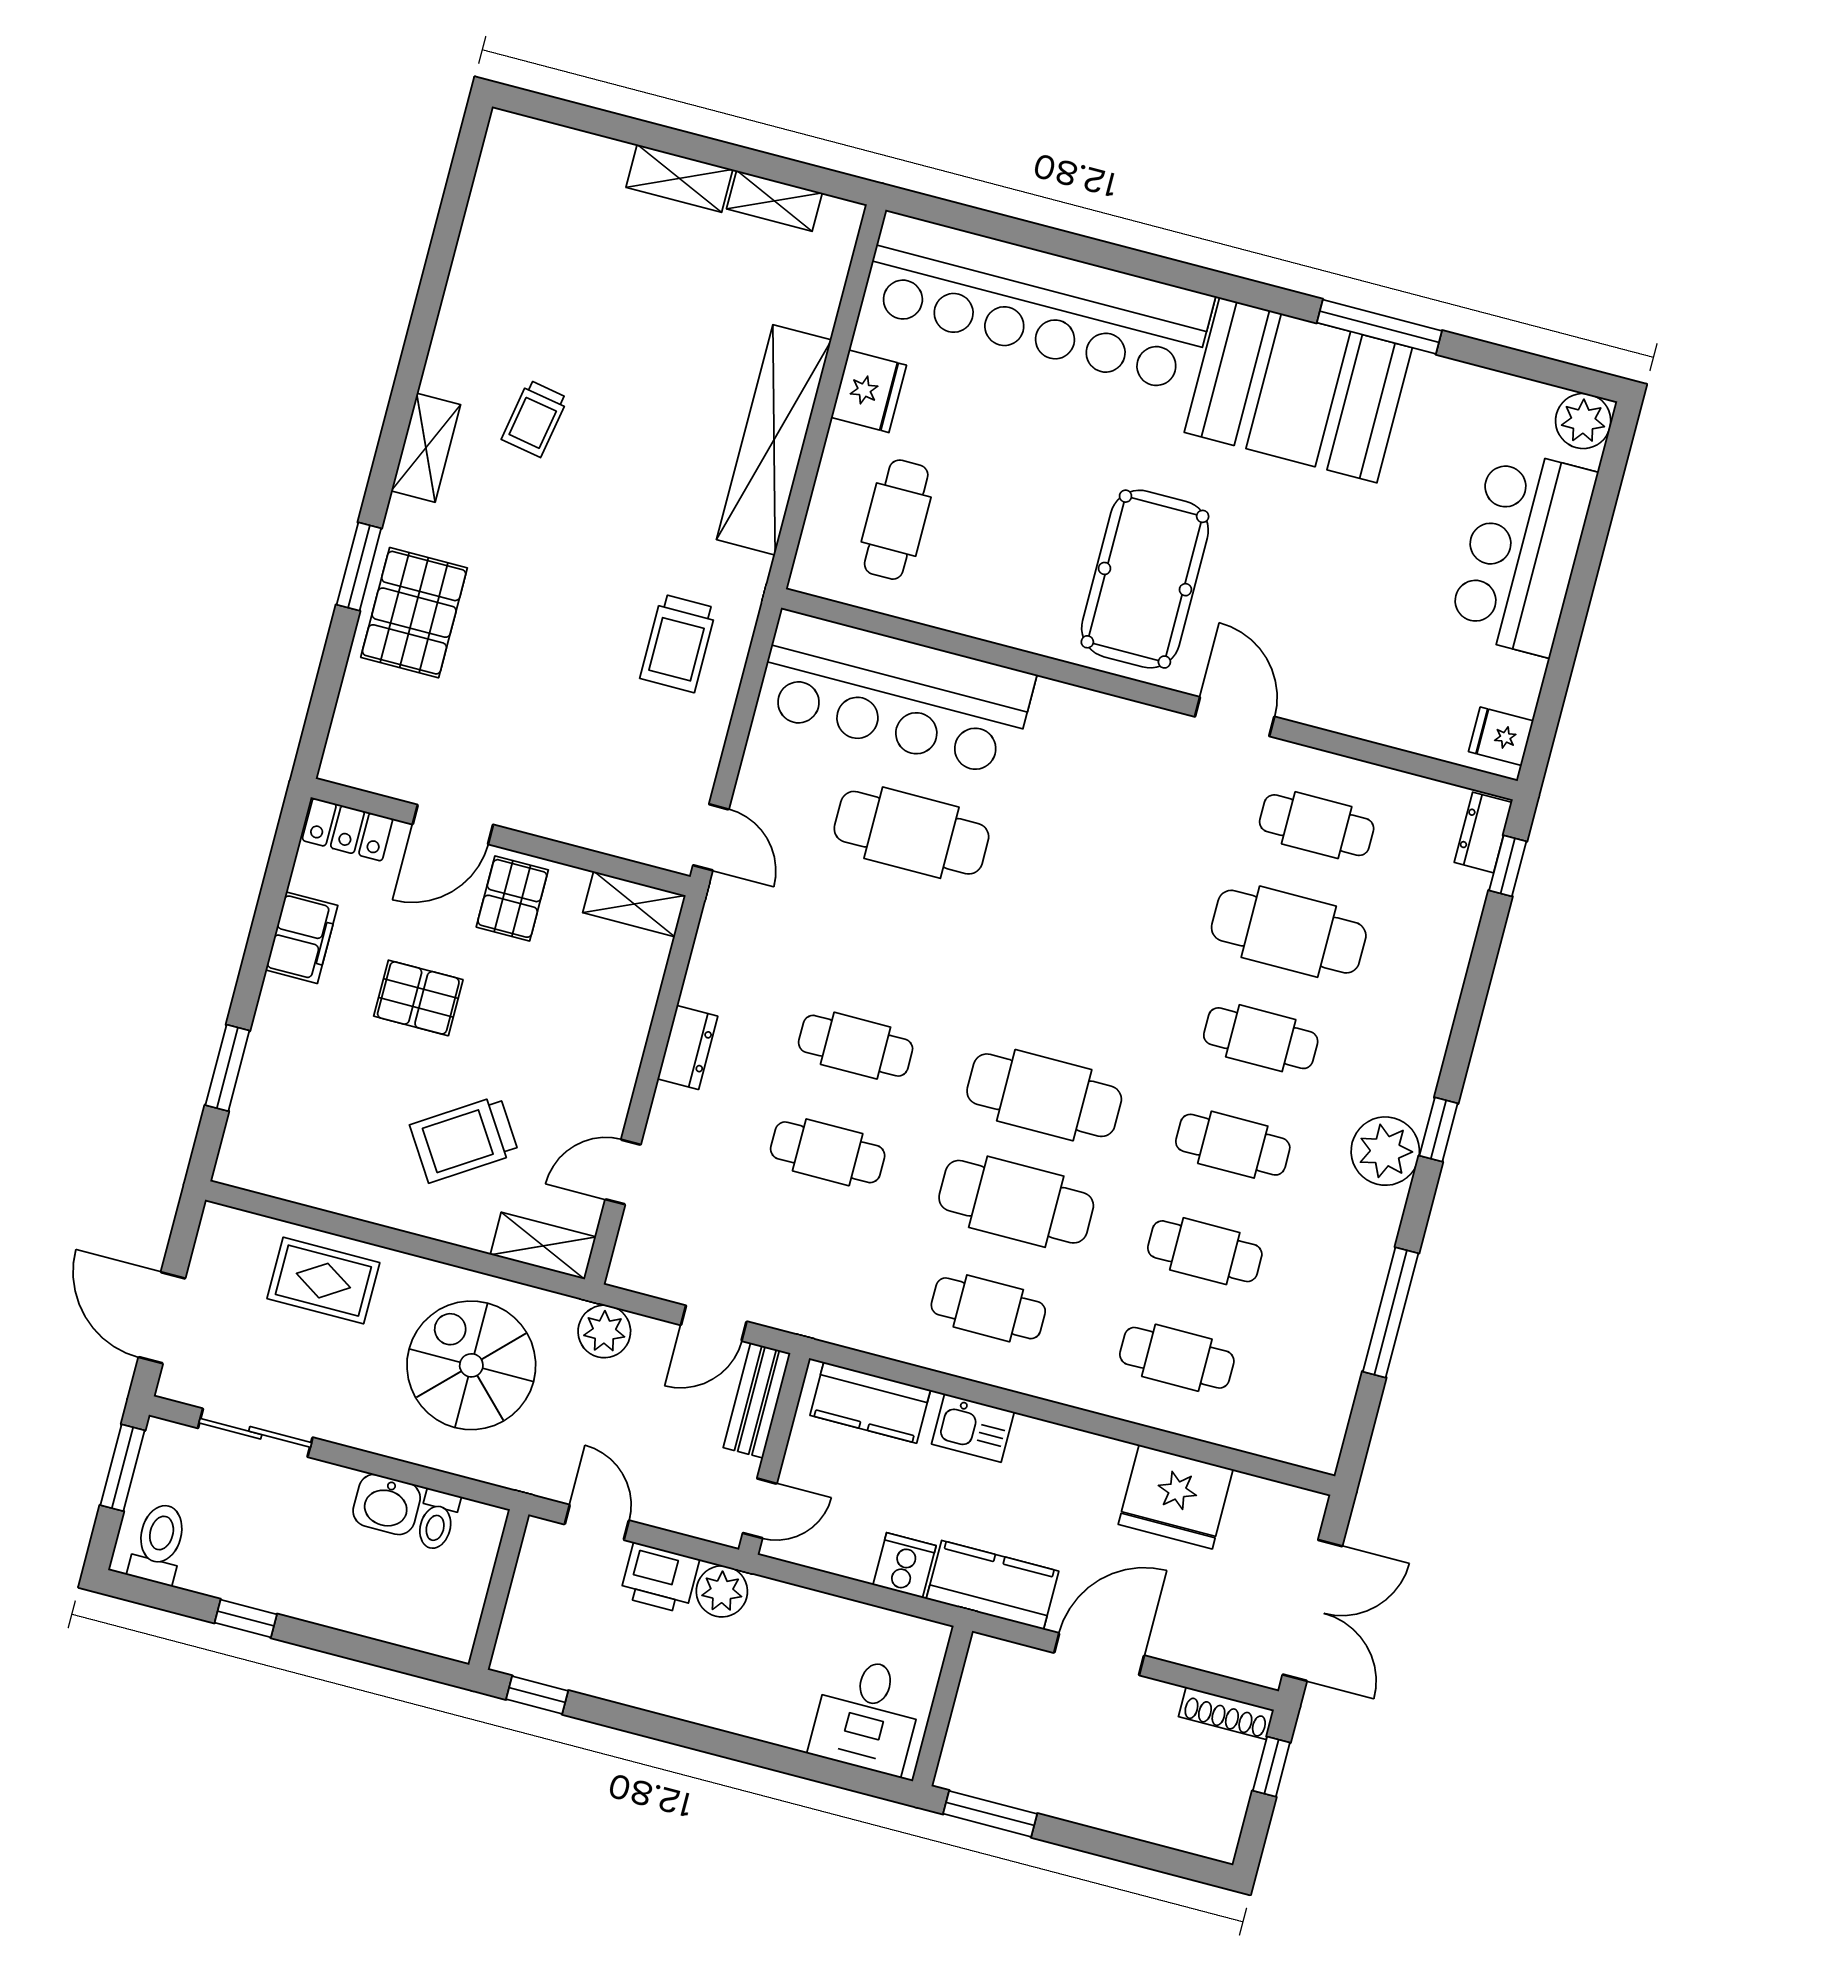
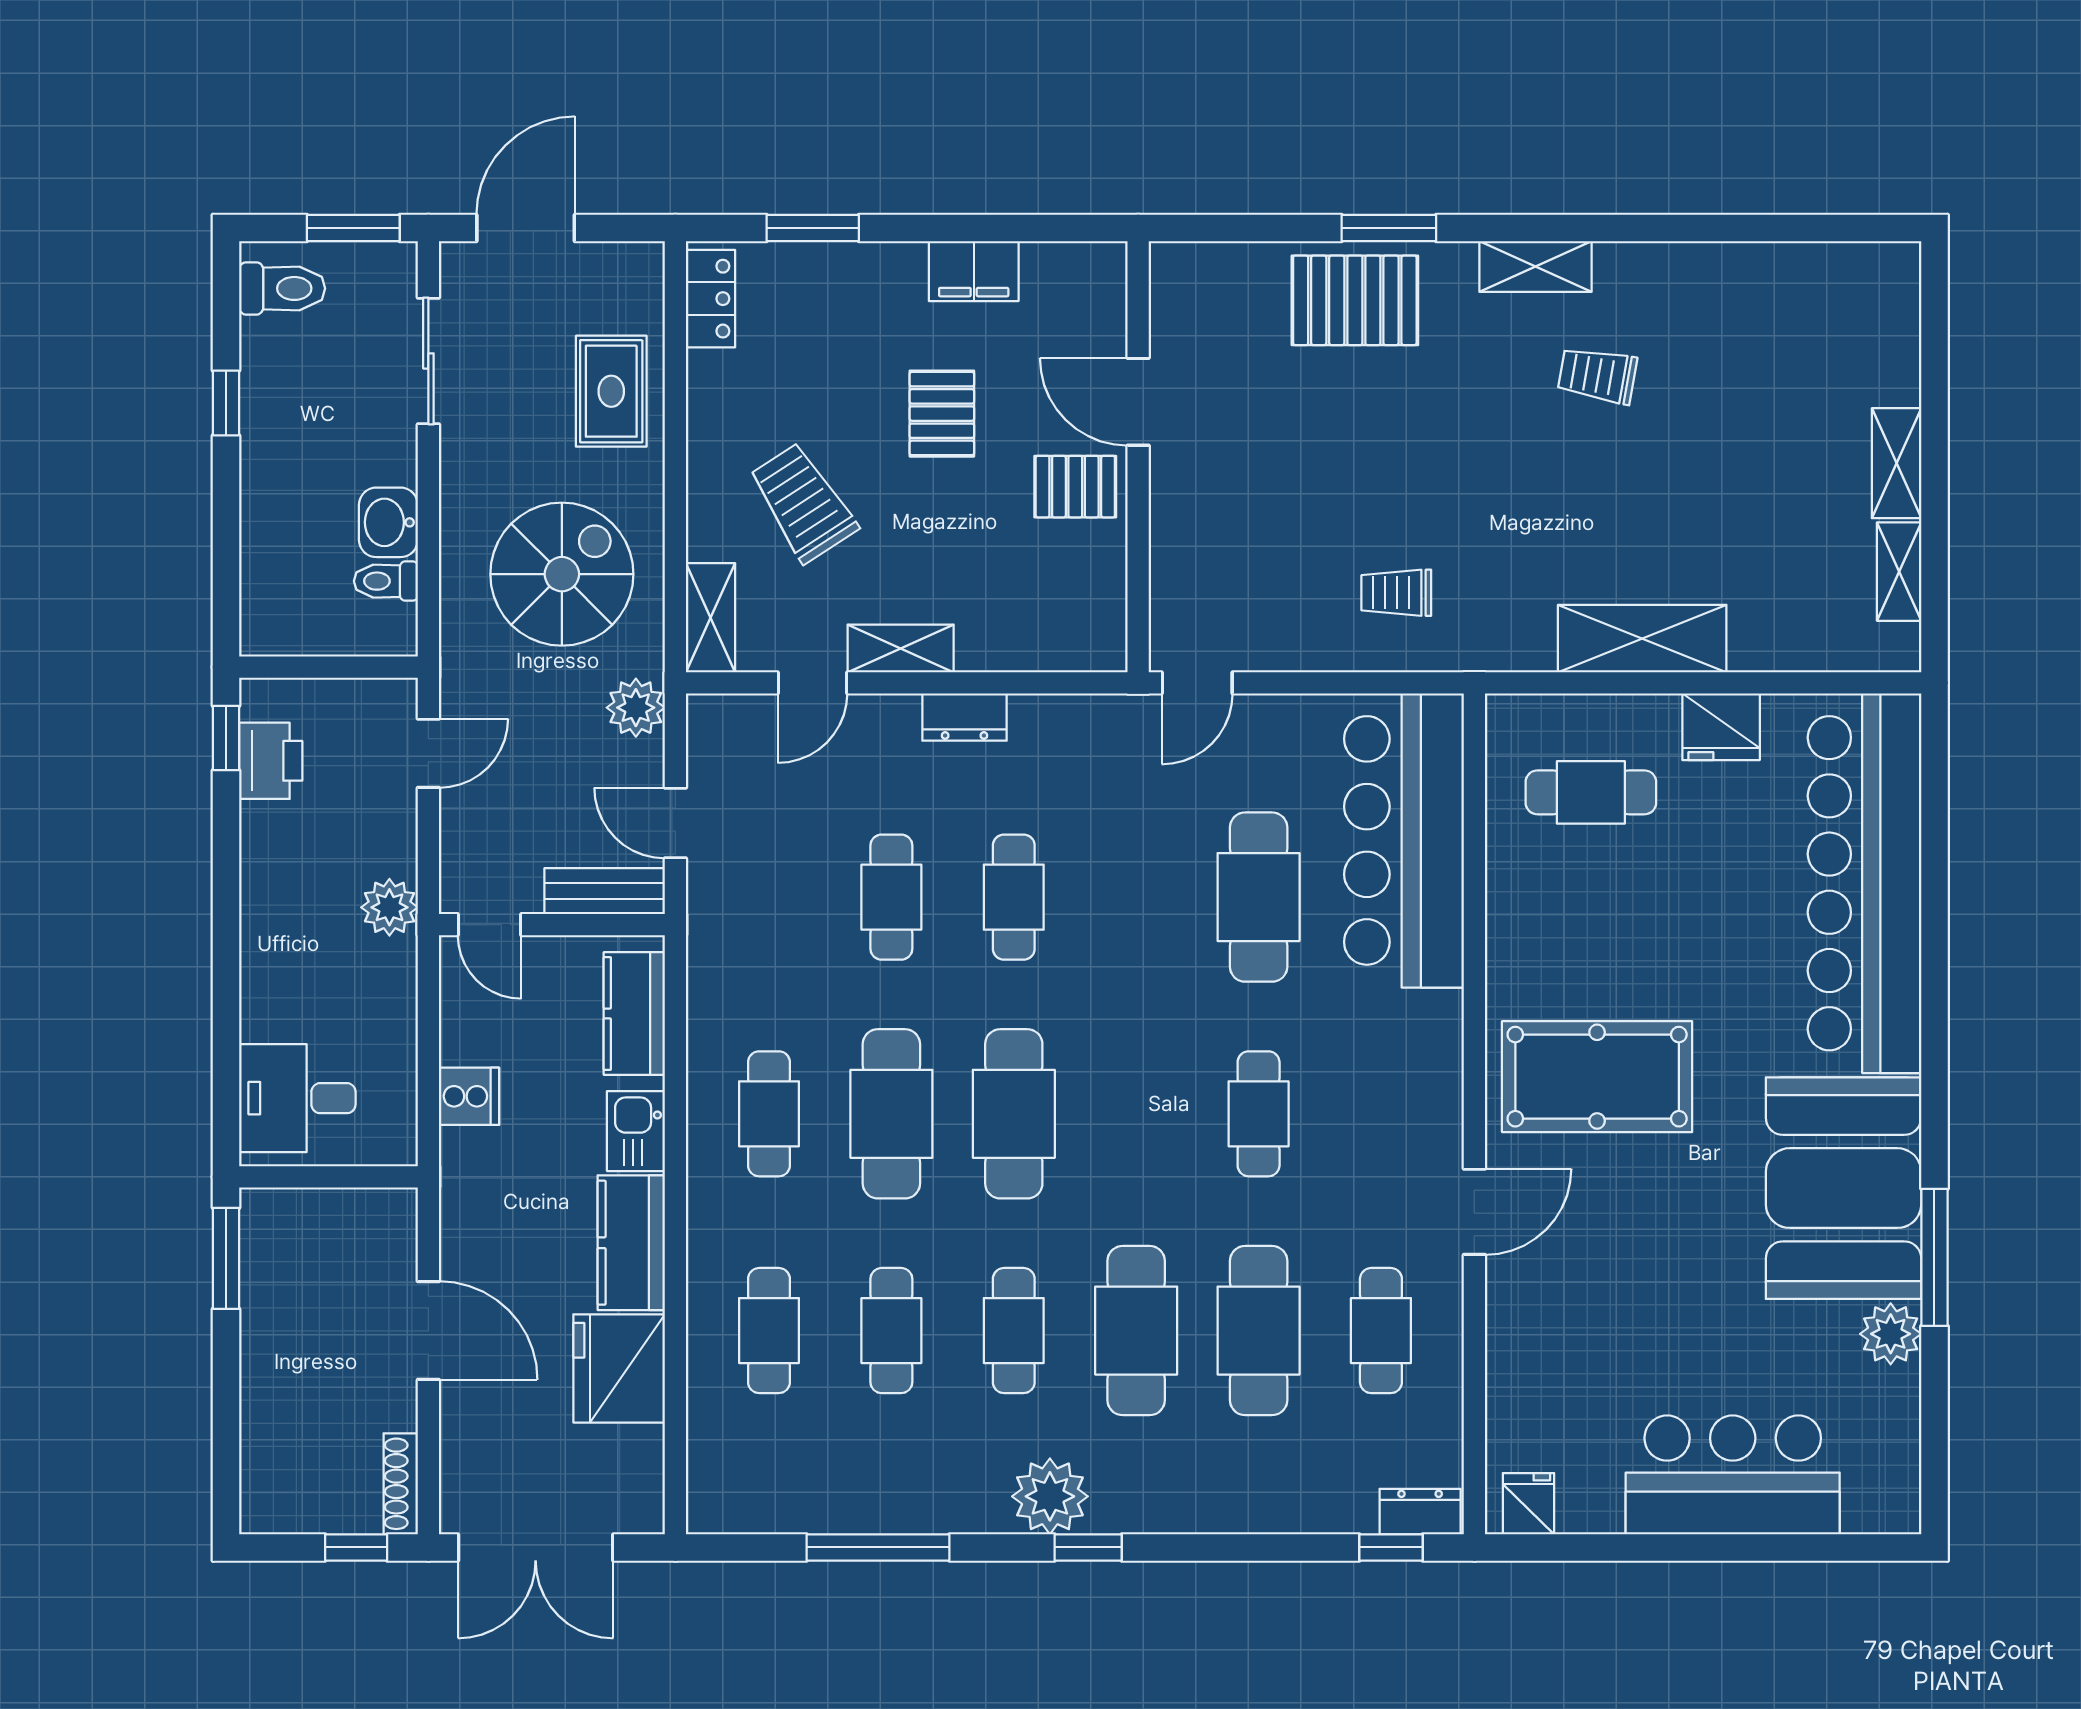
plant: (1583, 421) -> (1891, 1334), moved
shelving: (774, 440) -> (1642, 639), width x0.68
trolley: (678, 643) -> (1396, 593), width x0.73, depth x0.72
locker: (347, 830) -> (711, 299), moved, turned 180
cafe table: (1100, 882) -> (1259, 1114), added
shelving: (634, 904) -> (901, 648), moved, turned 90
cafe table: (1261, 1038) -> (1136, 1331), width x1.37, depth x1.35
door: (623, 1172) -> (812, 683), swing flipped
printer: (660, 1578) -> (271, 761), moved, turned 180
kitchen counter: (993, 1585) -> (631, 1243), moved, turned 180

